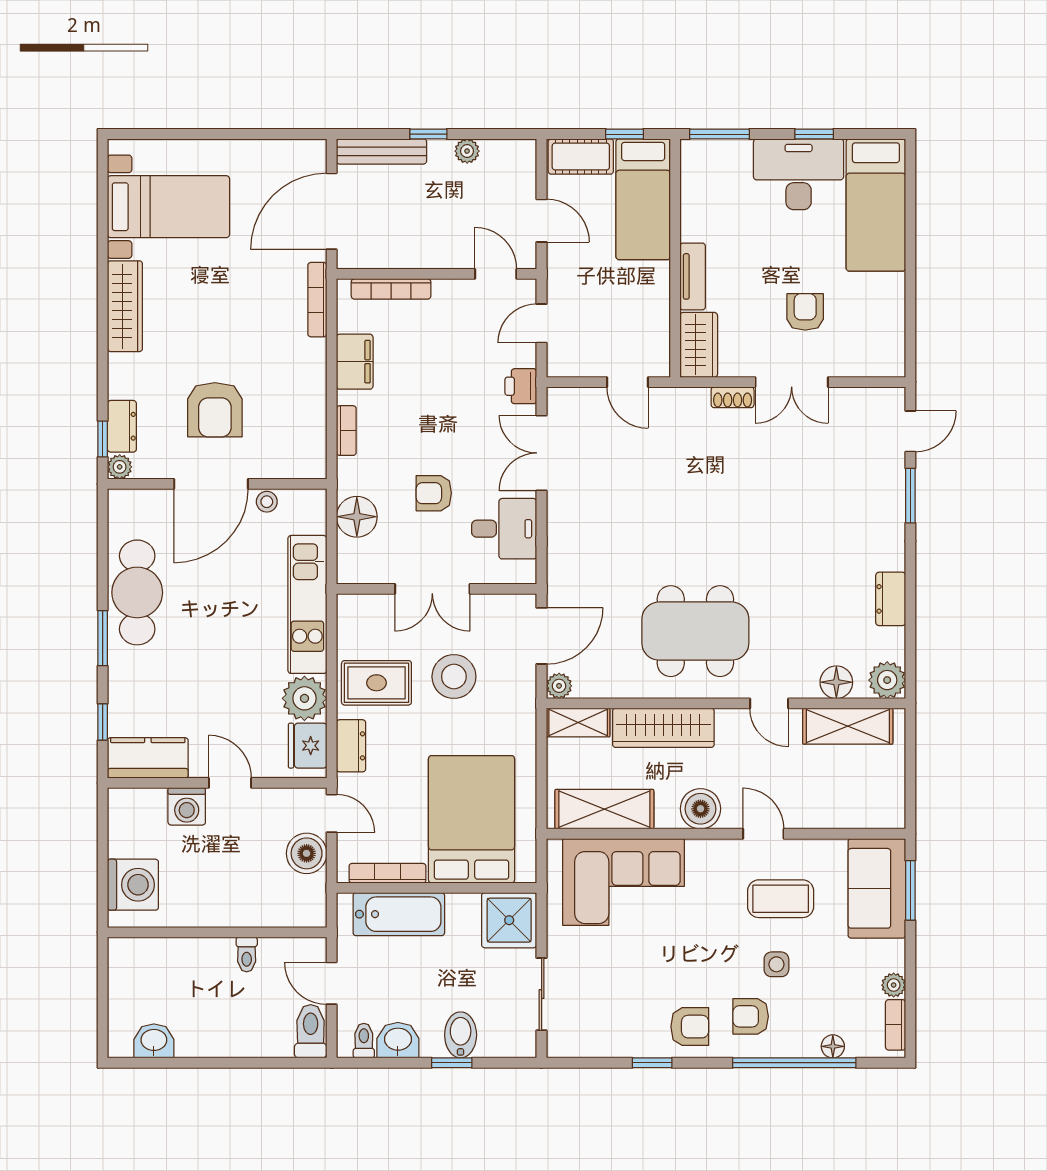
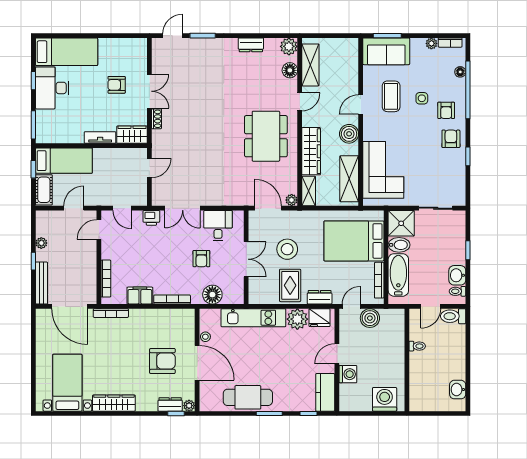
bookcase: (346, 431) -> (172, 299), width x1.56
door: (910, 431) -> (172, 36), hinge flipped
bidet: (461, 1035) -> (399, 245), moved, turned 180

